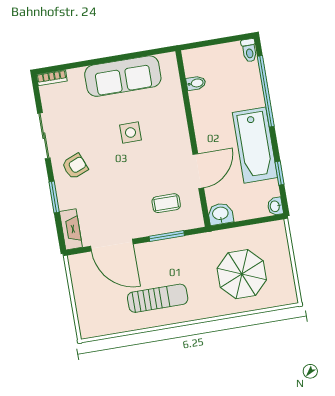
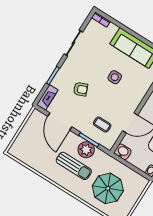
armchair: (75, 166) -> (81, 89), moved
plant: (174, 251) -> (86, 150), added
sun lounger: (158, 298) -> (74, 166), moved

